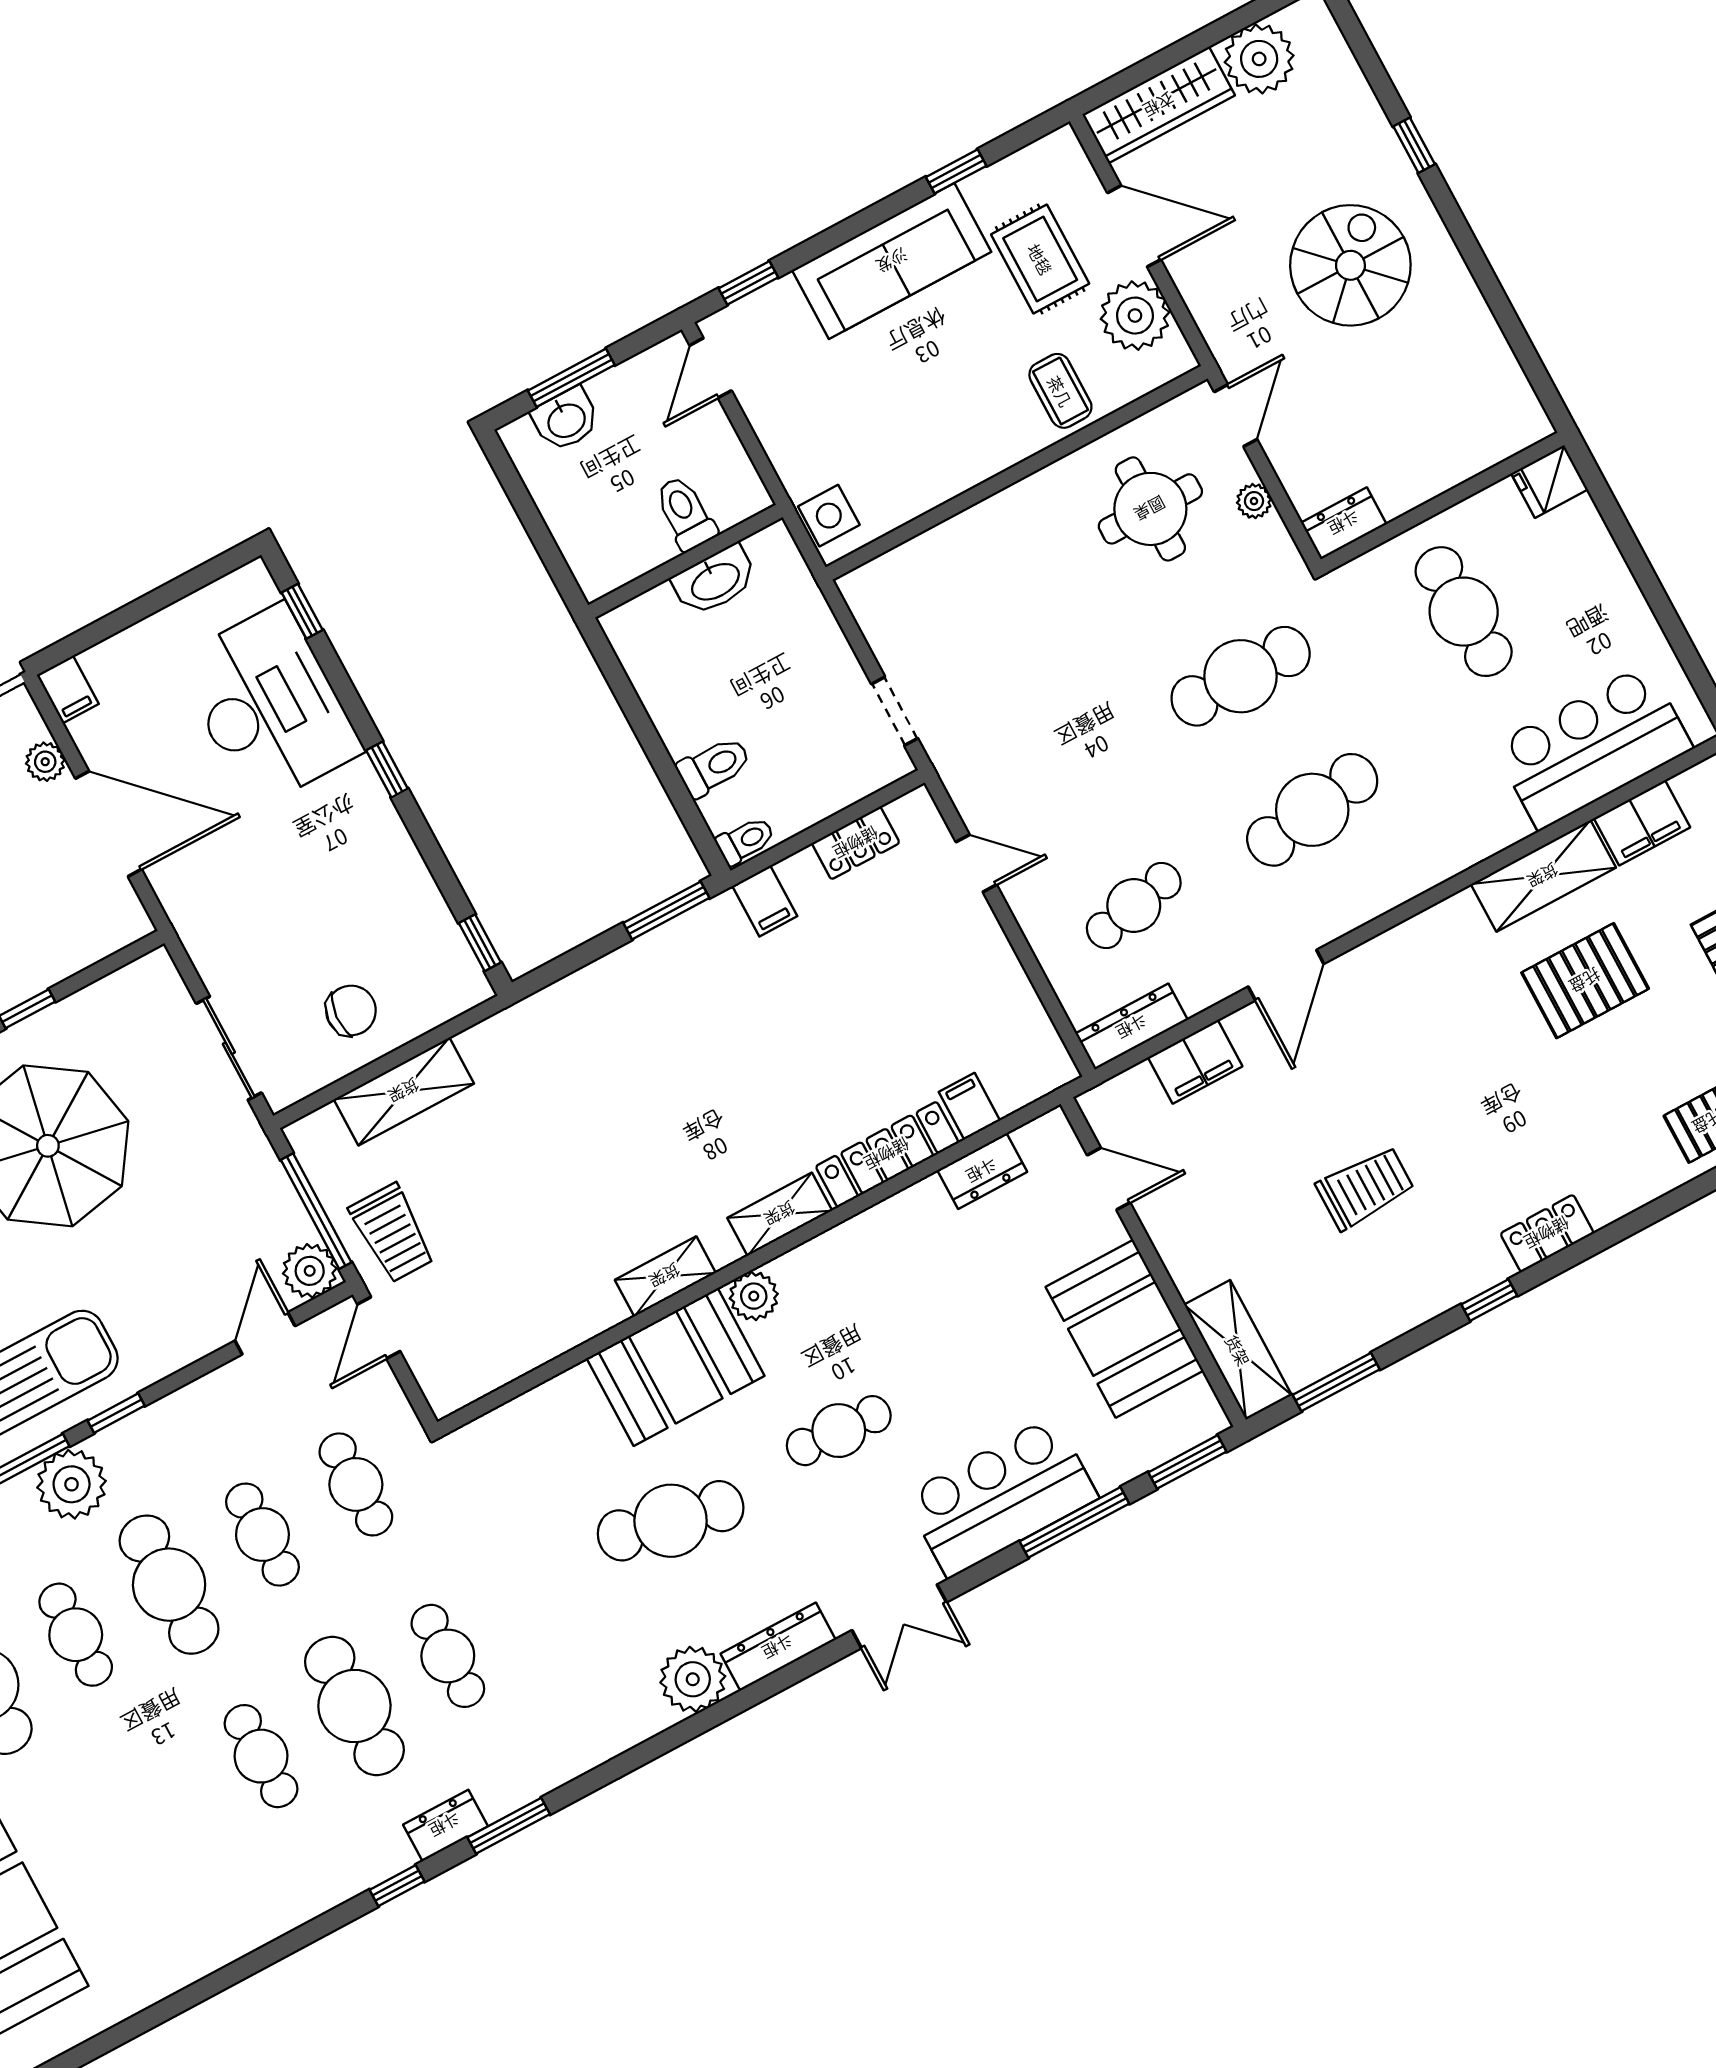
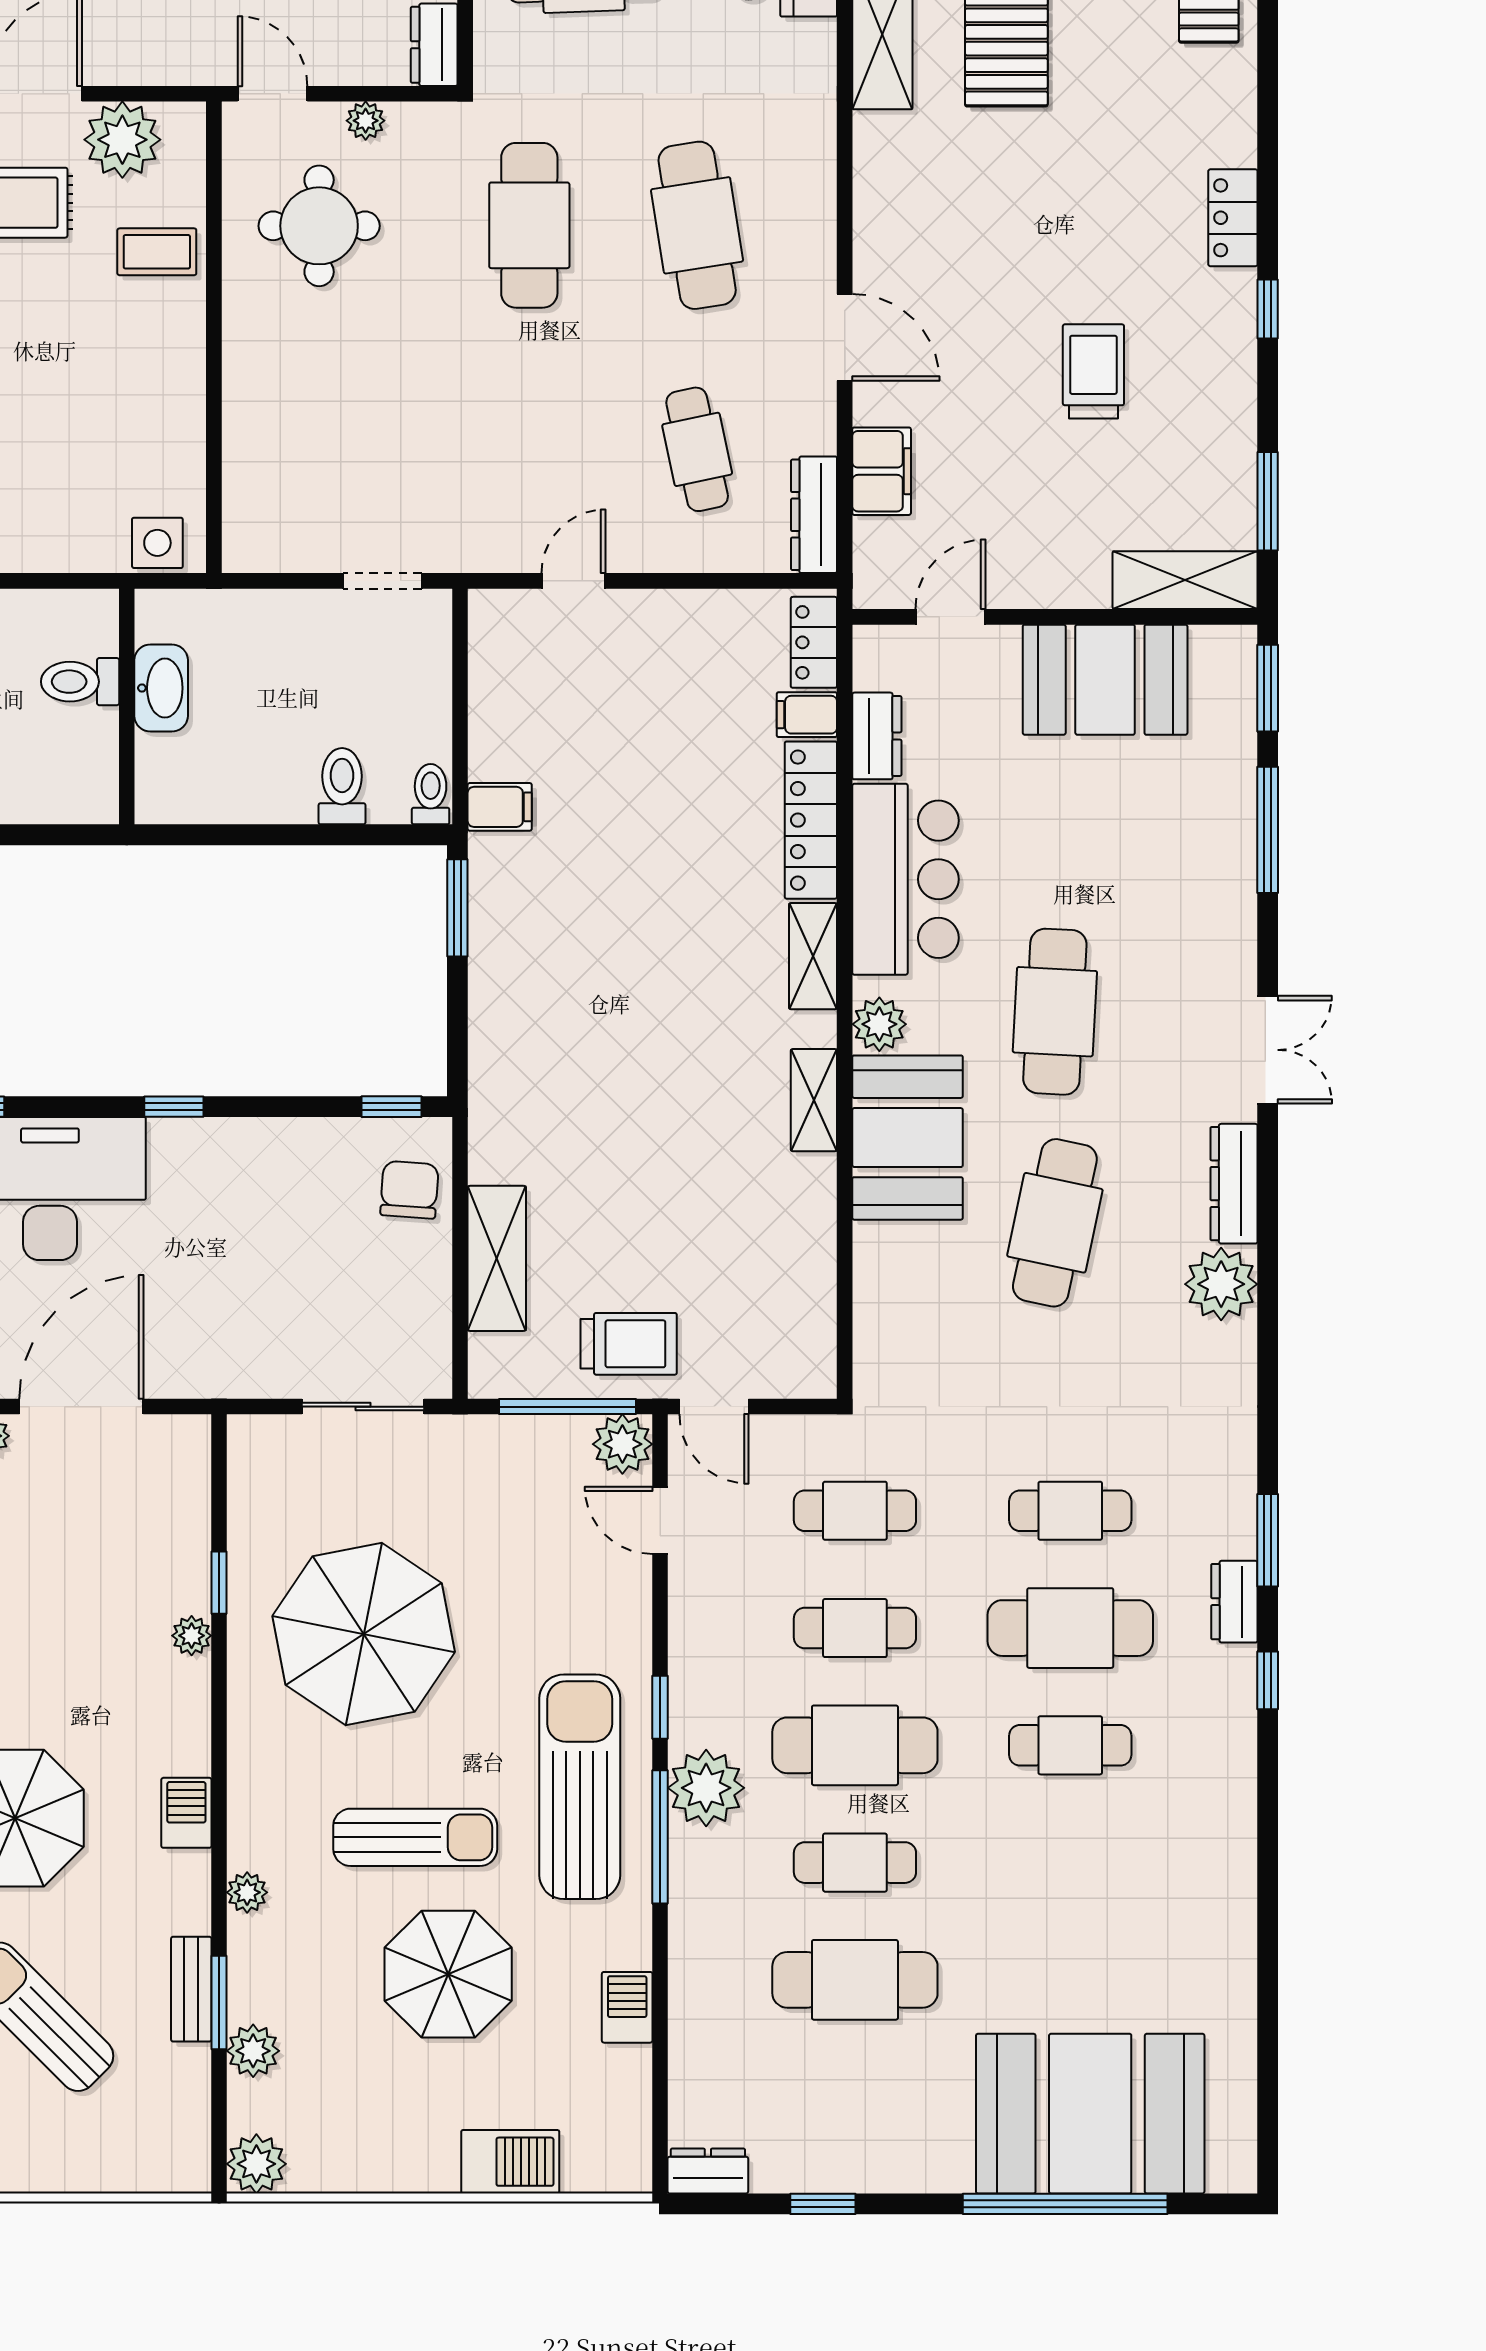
locker: (856, 843) -> (814, 642), moved, turned 180
chair: (351, 1011) -> (409, 1190), moved
cafe table: (839, 1431) -> (1055, 1012), width x1.37, depth x1.35
bar counter: (1001, 1497) -> (905, 879), moved, turned 180

